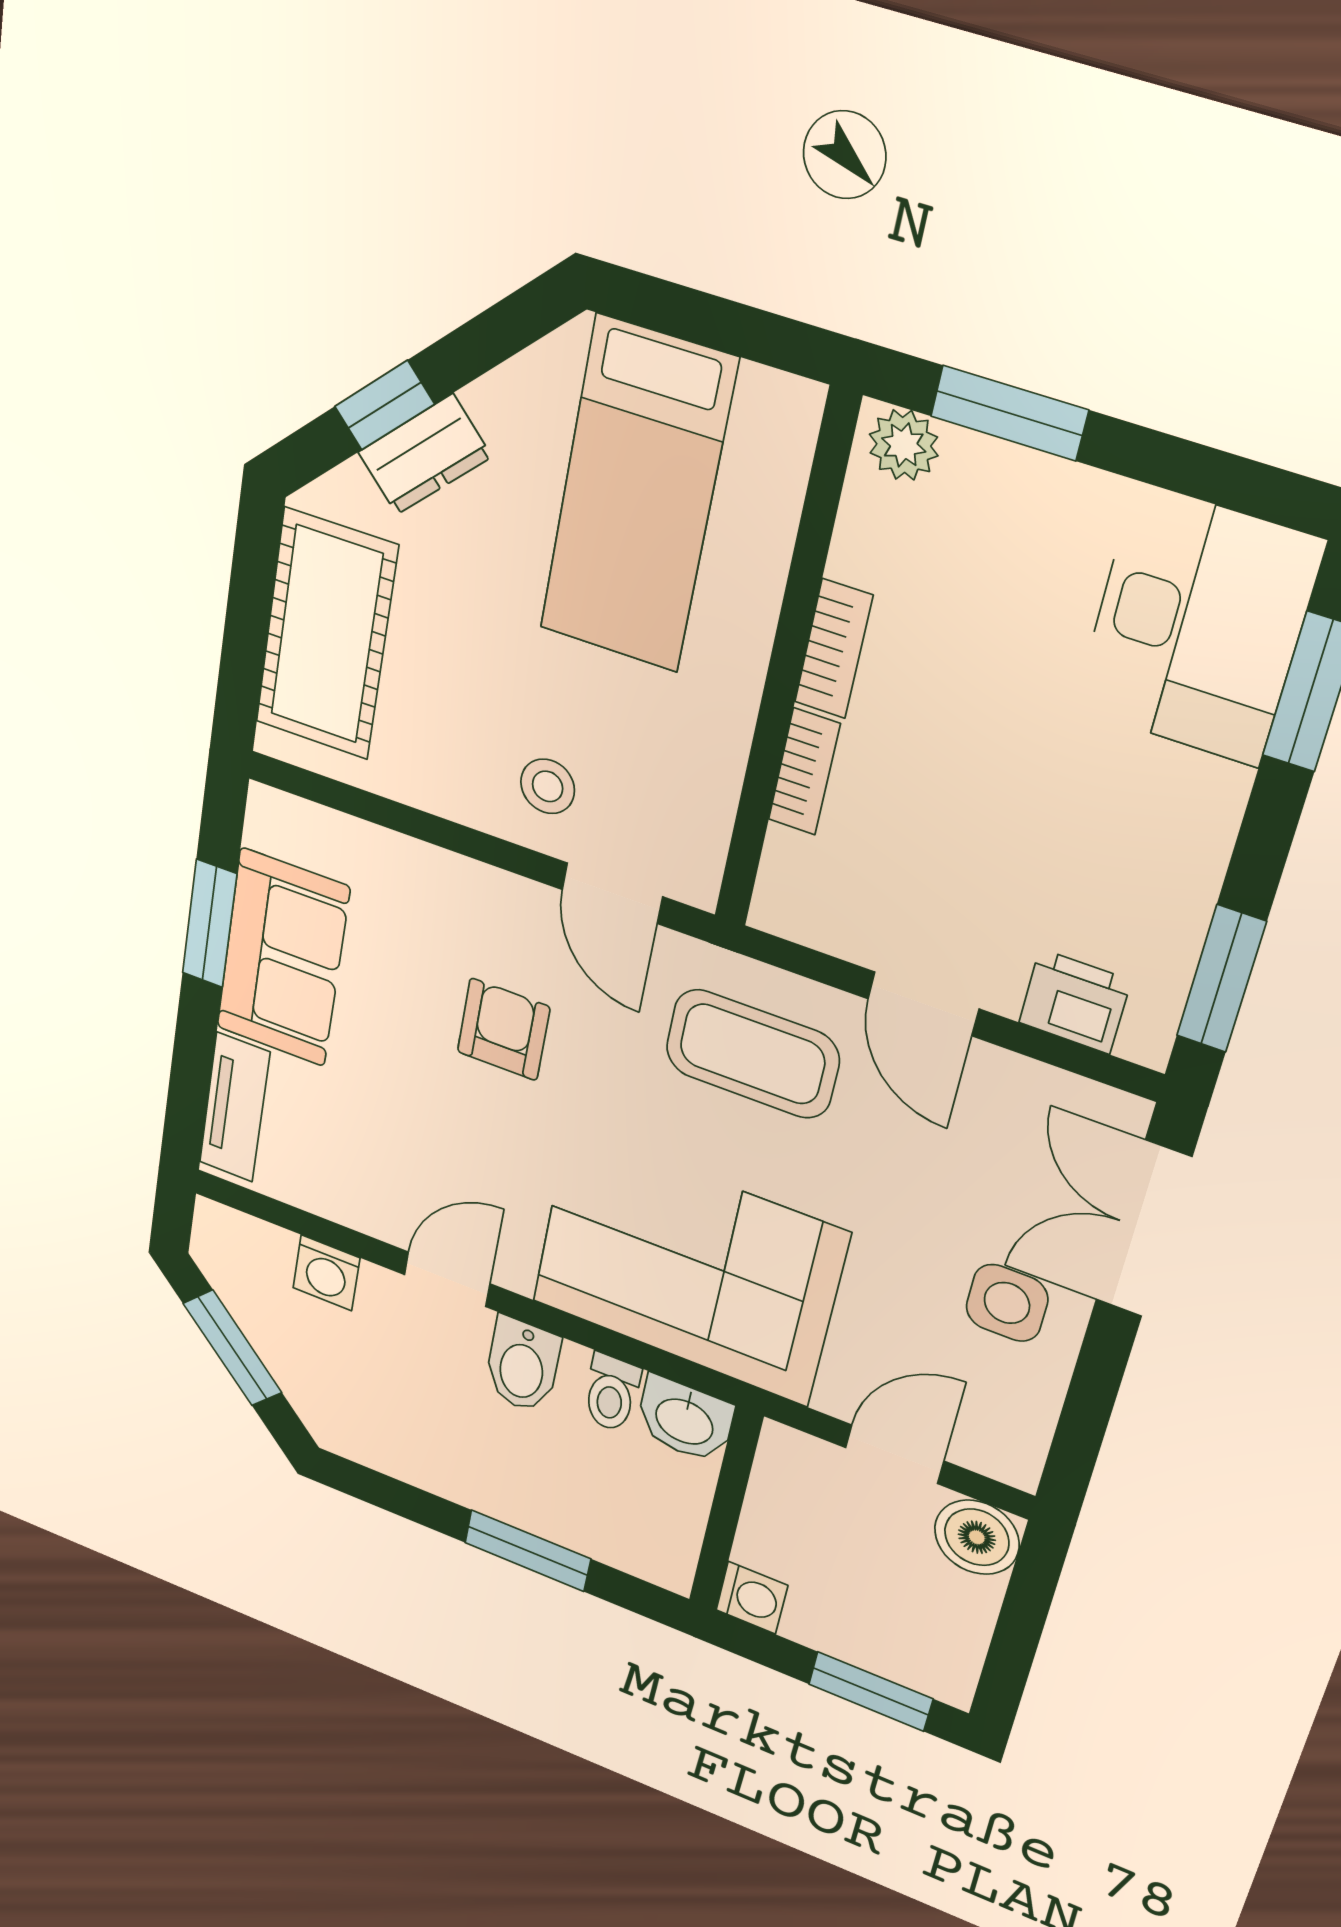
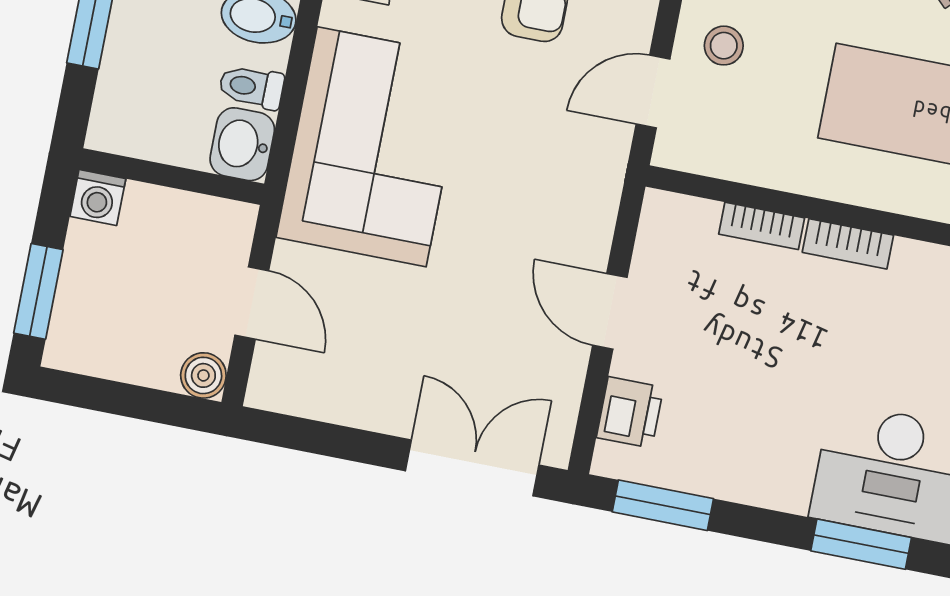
door: (923, 1004) -> (610, 311), hinge flipped
coffee table: (752, 1054) -> (550, 193), removed
side table: (1007, 1303) -> (395, 378), removed
boiler: (977, 1537) -> (203, 375), width x0.73, depth x0.73

